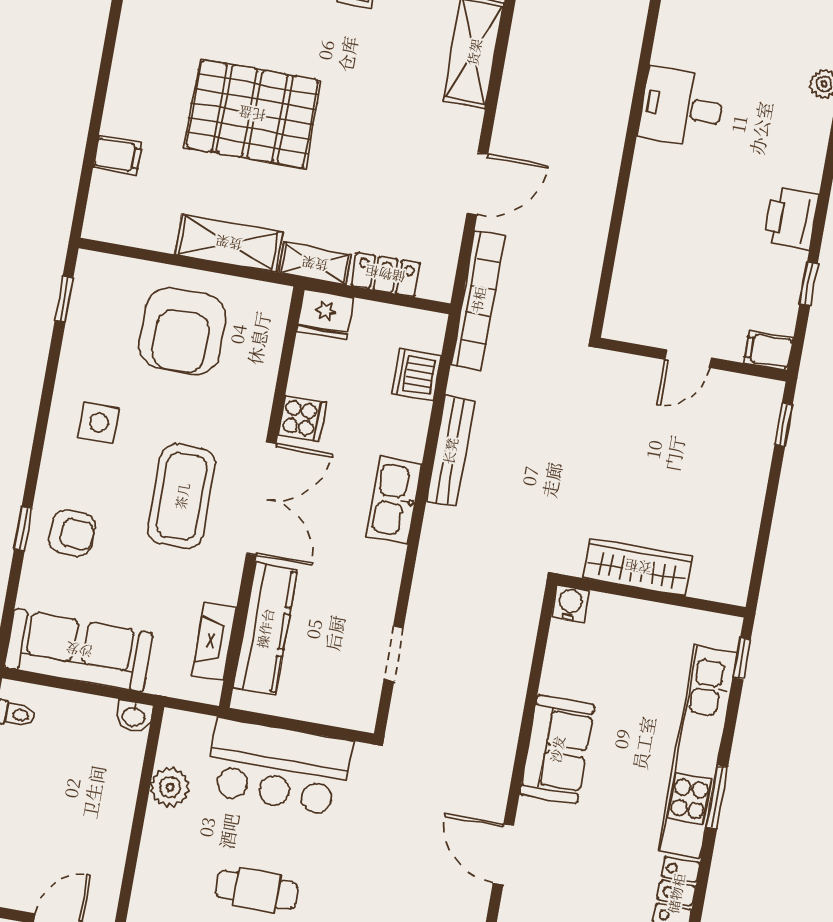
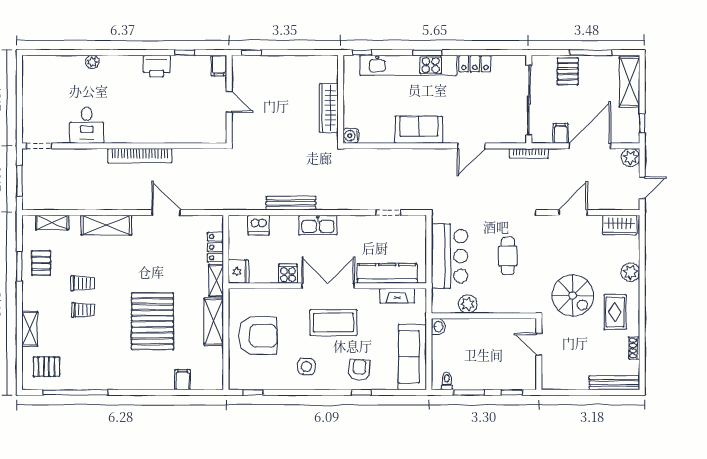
desk: (682, 107) -> (87, 125), moved
bookcase: (478, 300) -> (140, 156), moved, turned 180

